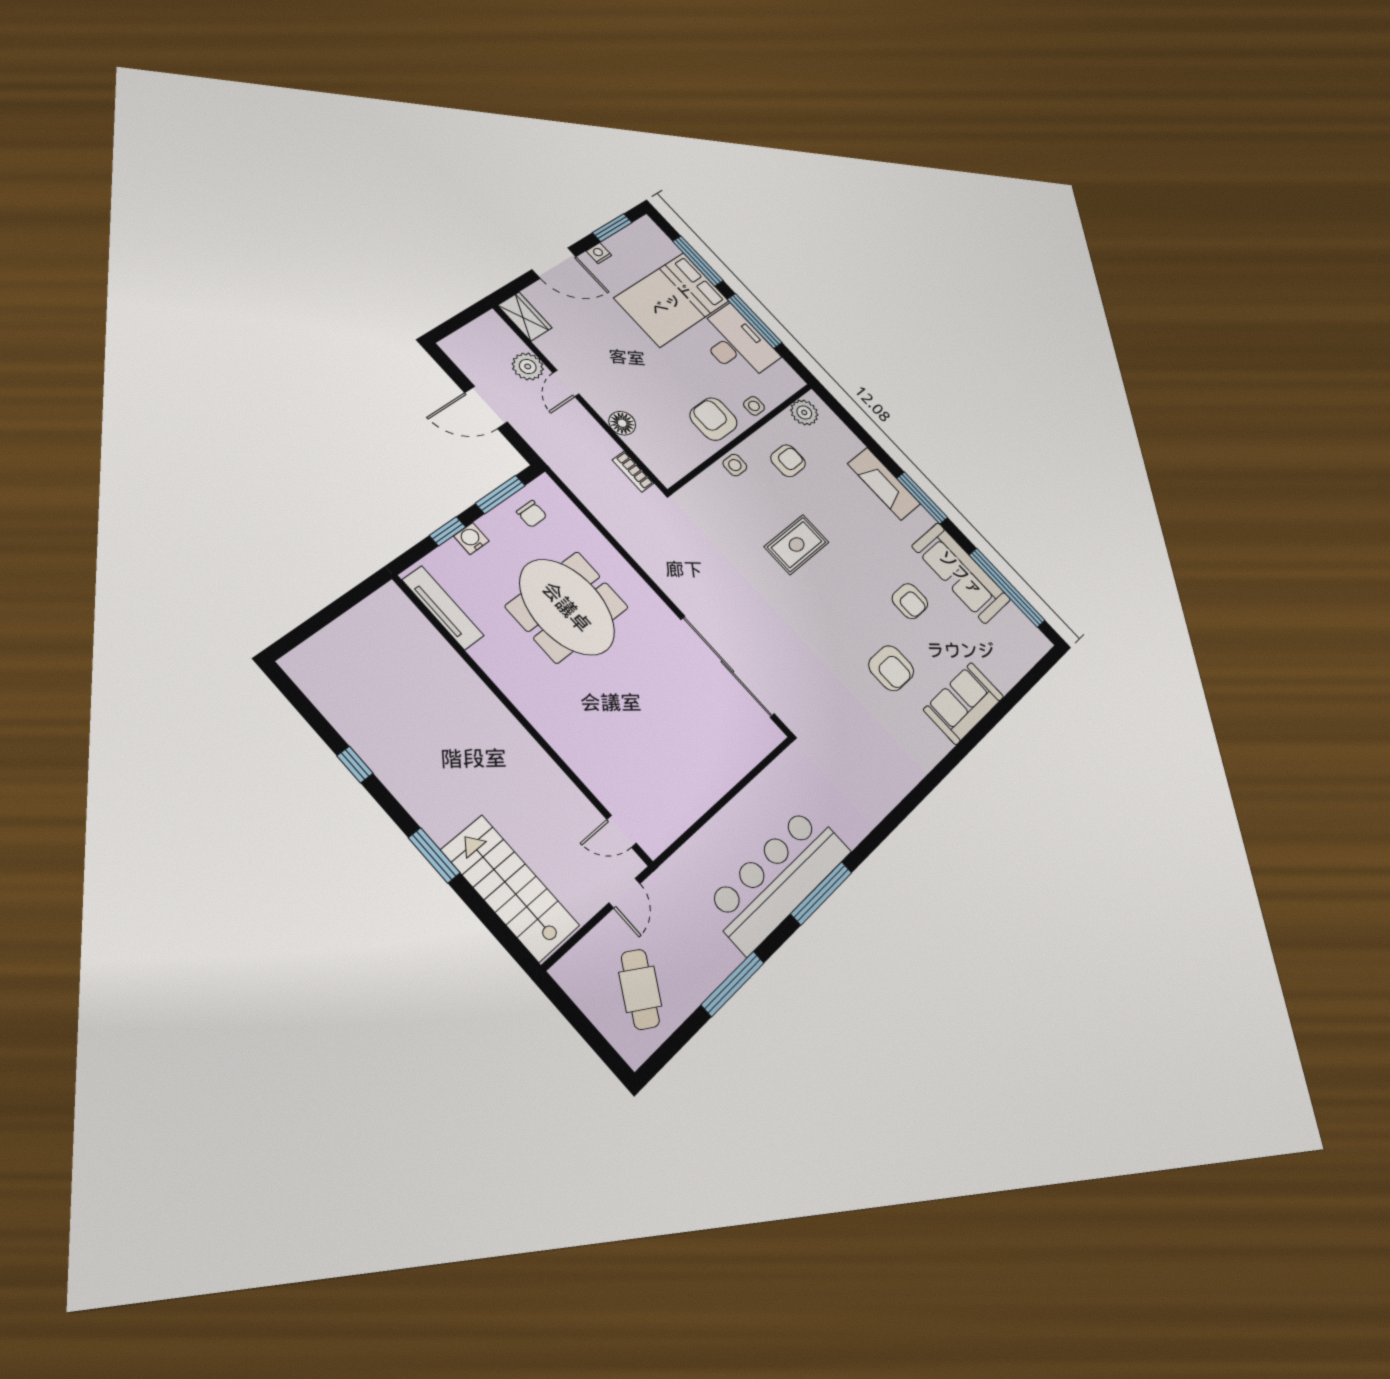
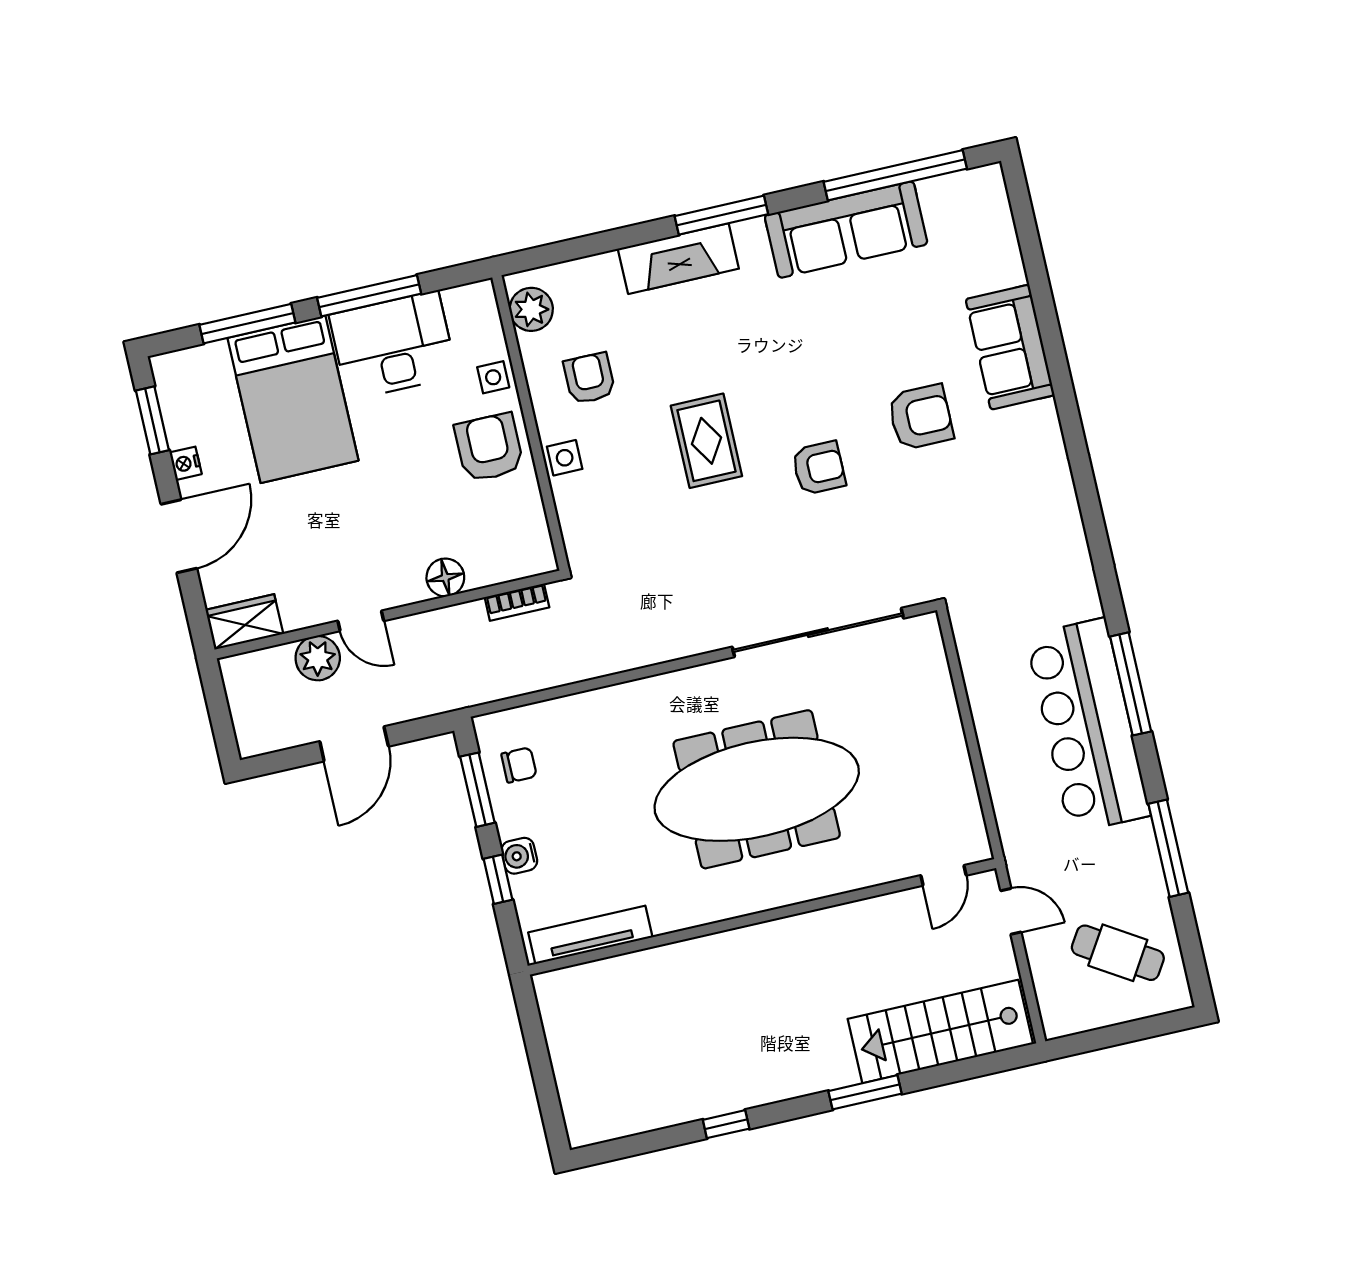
armchair: (713, 419) -> (489, 447), turned 90
armchair: (910, 601) -> (819, 468), moved
meeting table: (567, 607) -> (757, 789), moved, width x1.36

